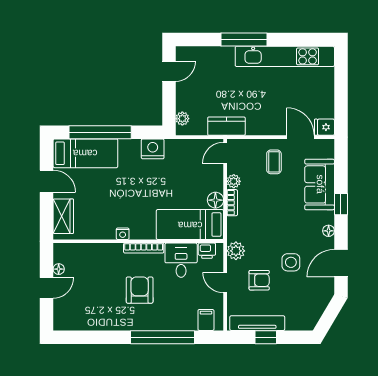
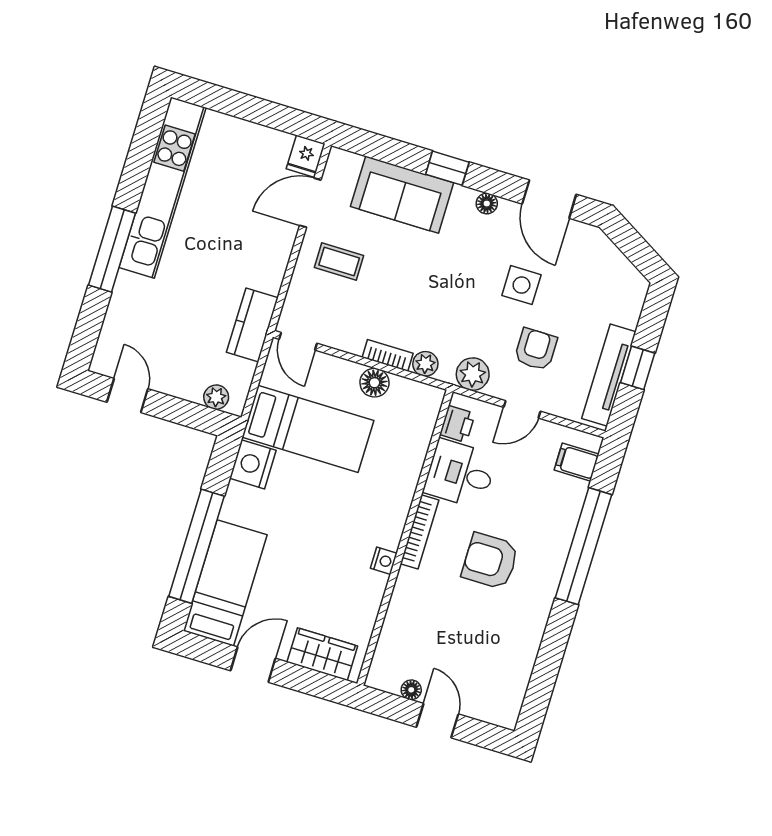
plant: (234, 181) -> (425, 364), moved
bed: (190, 225) -> (308, 429), moved, turned -90

